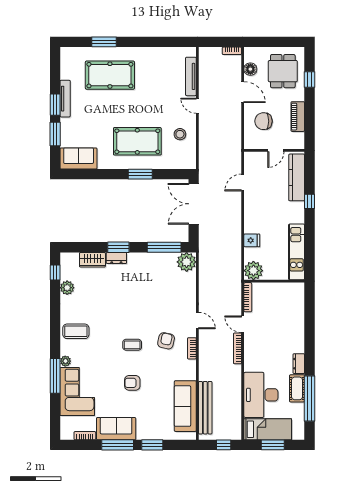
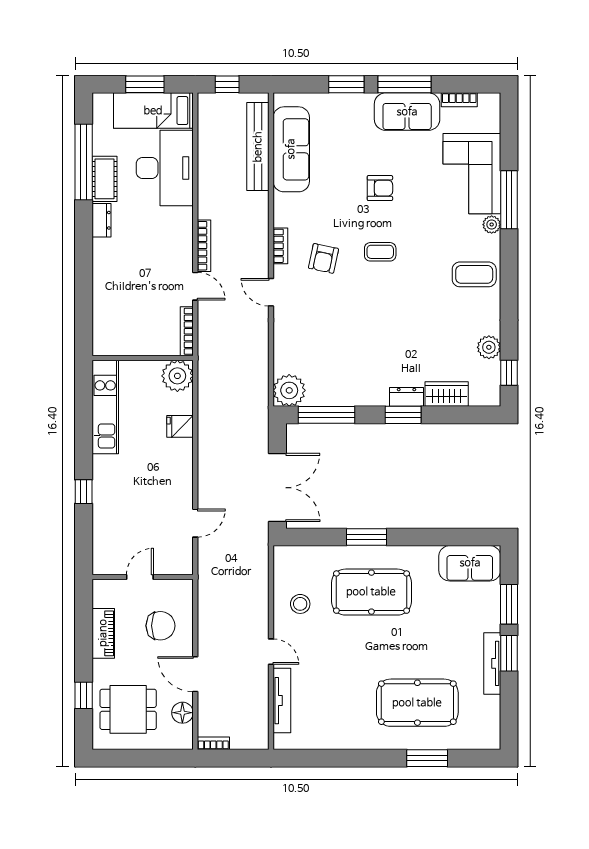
dining table: (283, 71) -> (128, 709), turned 90
kitchen counter: (297, 177) -> (105, 532), removed

